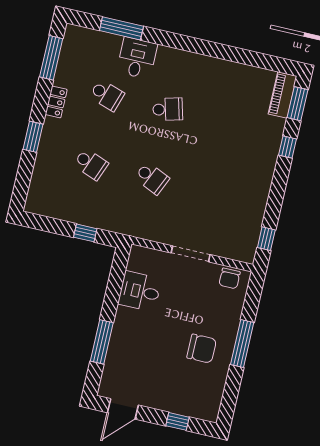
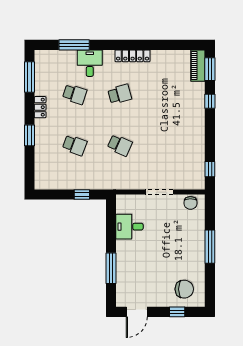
locker: (197, 61) -> (133, 56), added
chair: (202, 349) -> (184, 289), moved

